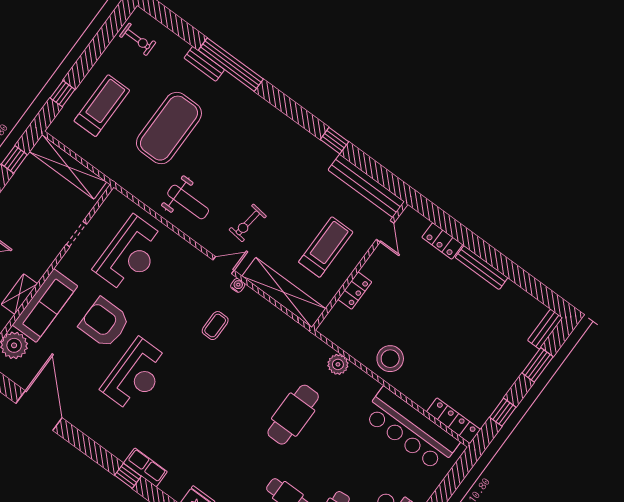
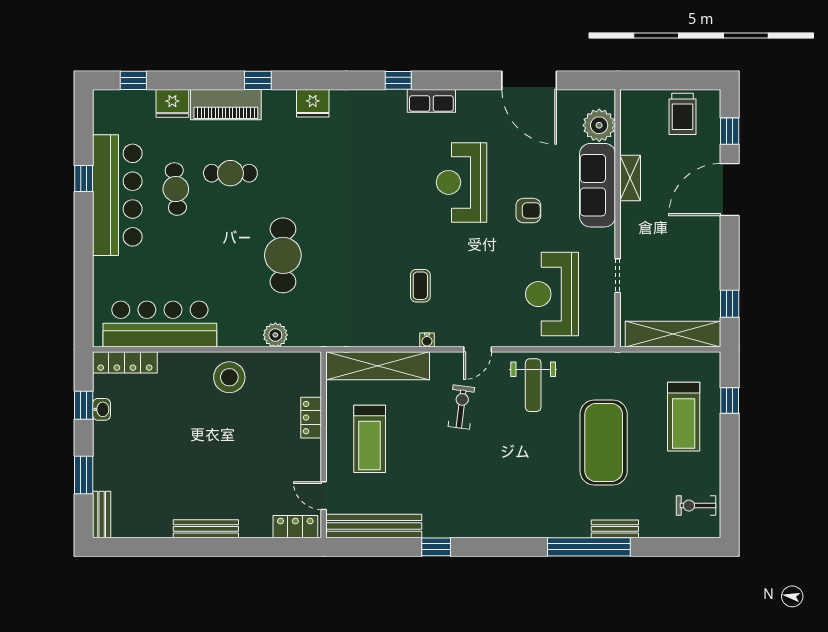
weight bench: (188, 202) -> (533, 385), turned -90
locker: (442, 241) -> (295, 527), moved
door: (223, 265) -> (478, 349), moved
armchair: (104, 323) -> (528, 211), width x0.53, depth x0.53
washbasin: (493, 400) -> (102, 409), added
row of seats: (145, 467) -> (431, 101), moved

